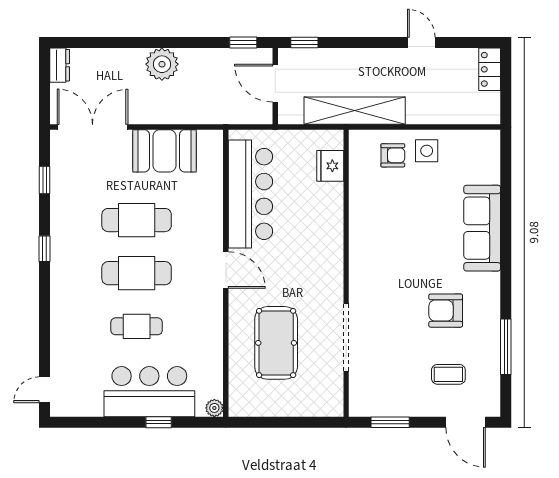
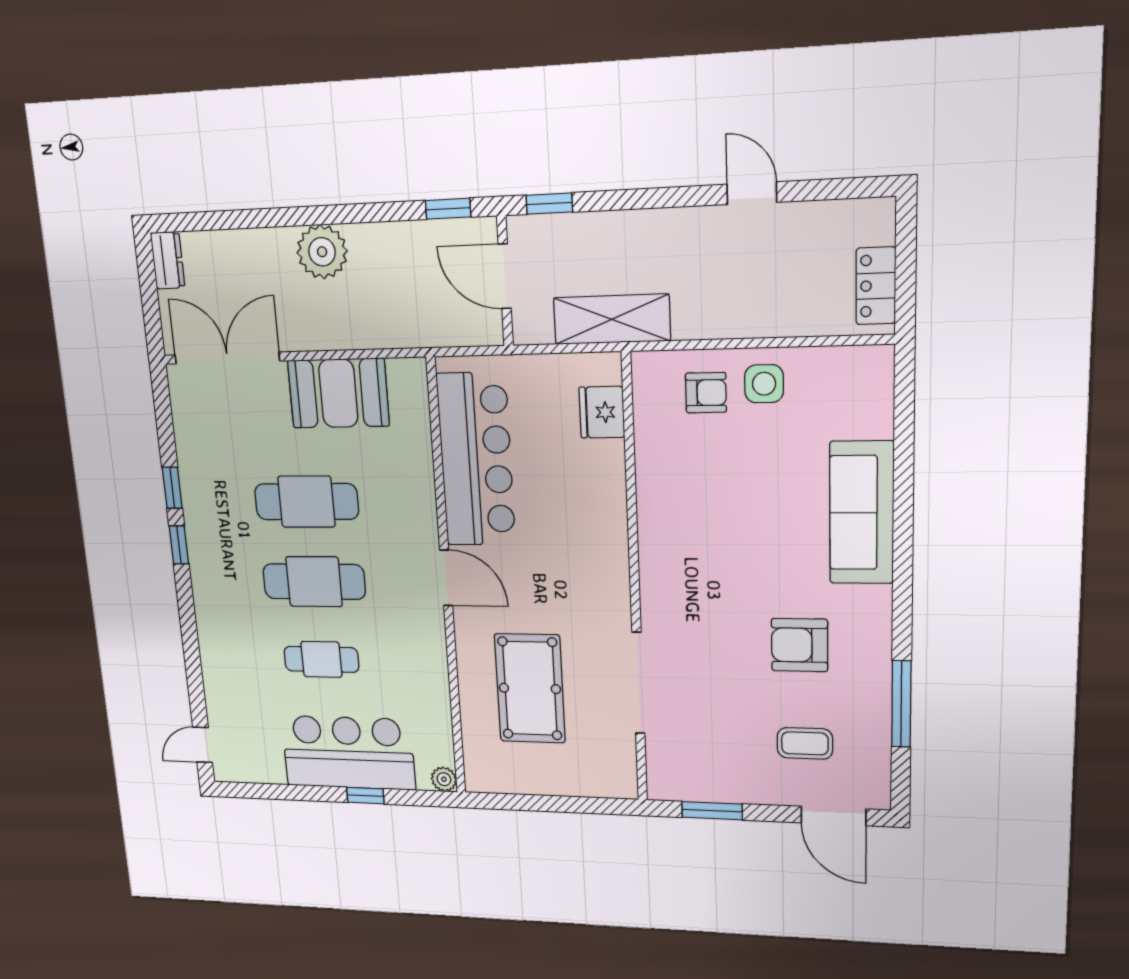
locker: (490, 69) -> (876, 286), moved
shelving: (355, 111) -> (612, 319), width x0.68
window: (45, 180) -> (172, 488), moved

